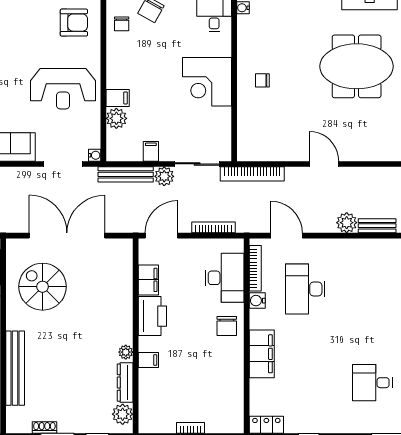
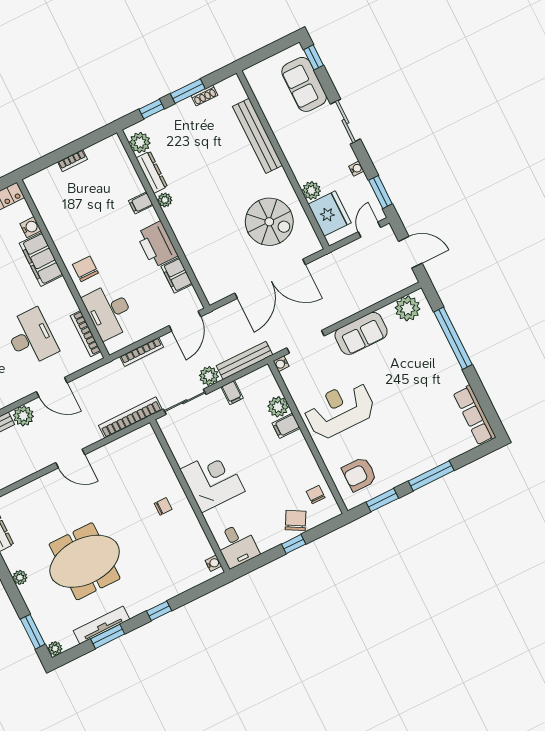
door: (287, 236) -> (52, 387), moved
water cooler: (257, 301) -> (30, 227), moved

